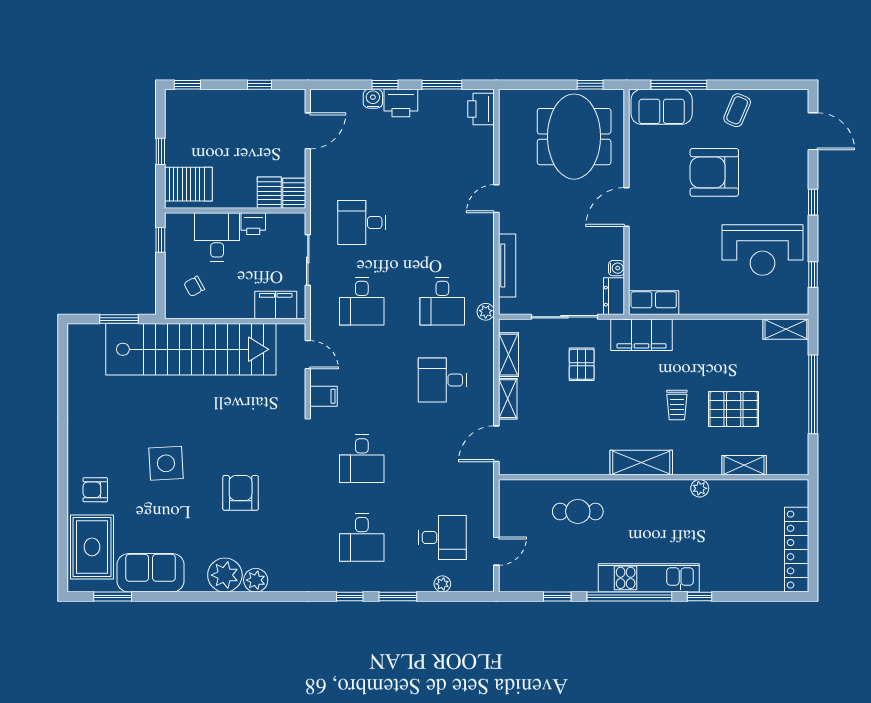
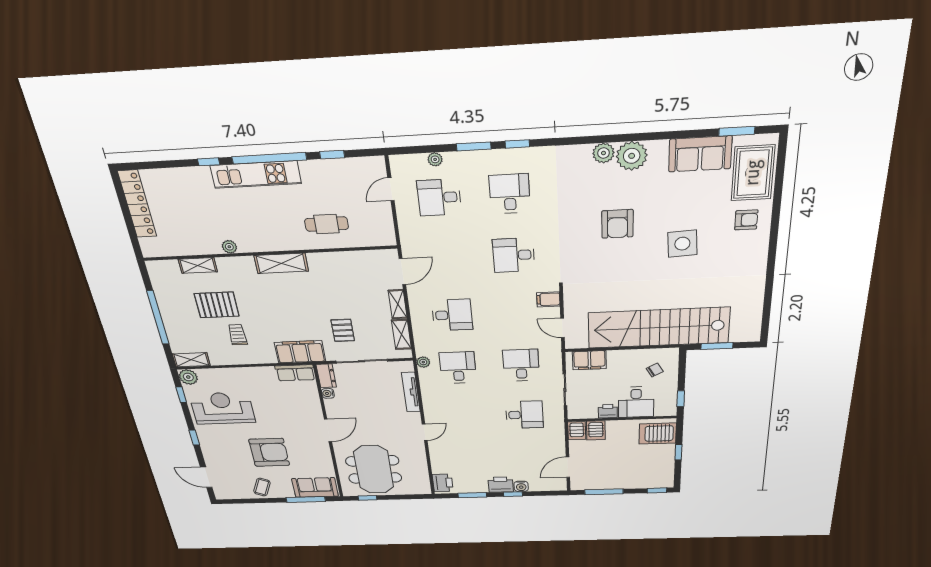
window: (260, 85) -> (604, 492), width x2.17
plant: (796, 302) -> (188, 377), added
trolley: (677, 405) -> (238, 335), moved
desk: (362, 459) -> (514, 255), turned -90

